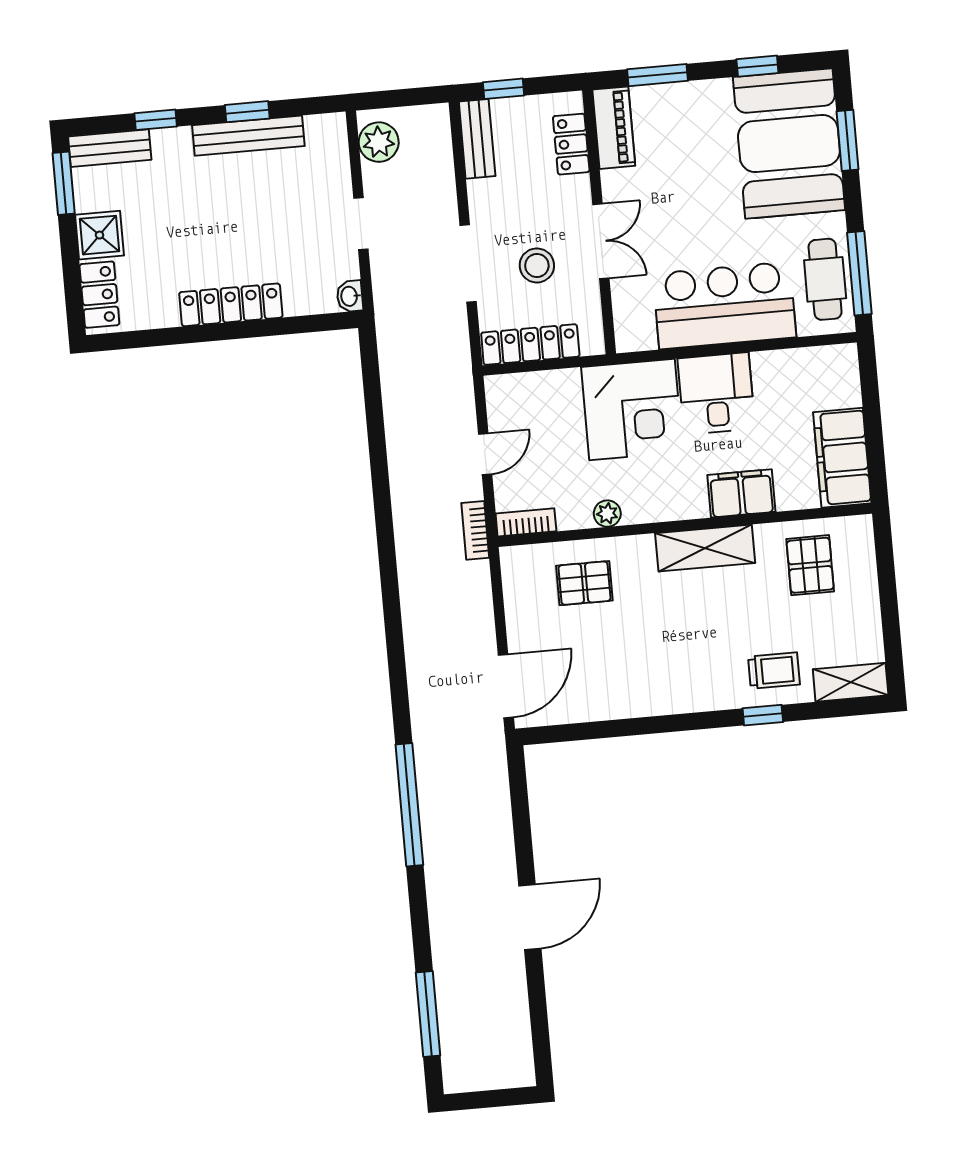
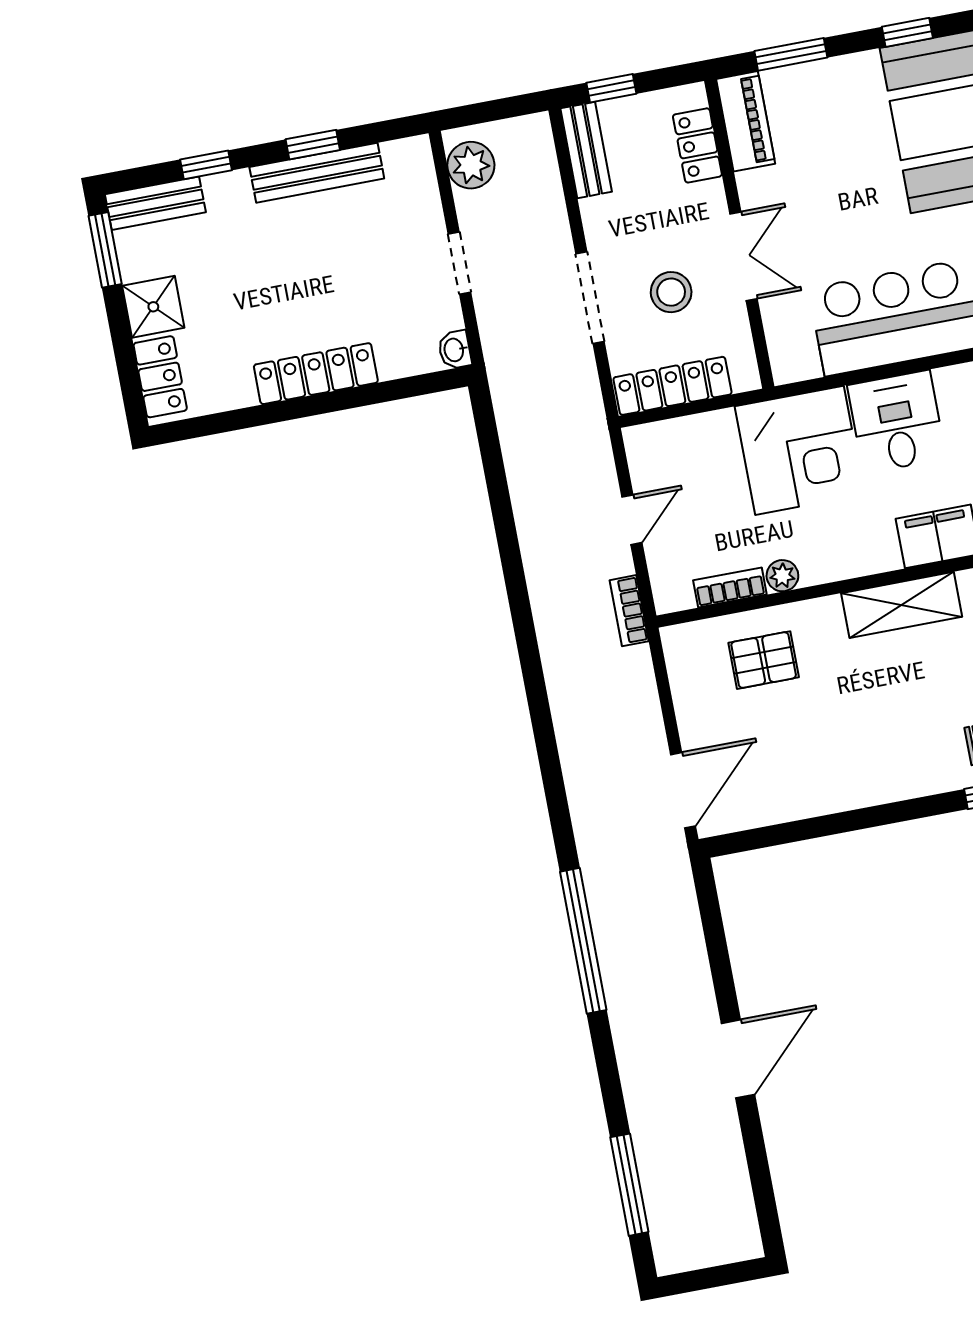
bookcase: (526, 522) -> (730, 587), moved

